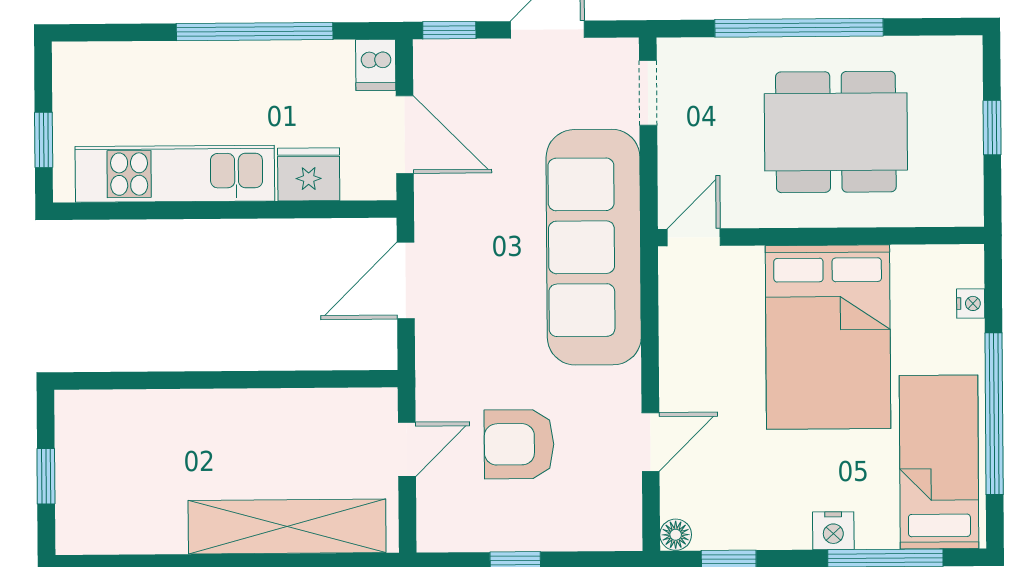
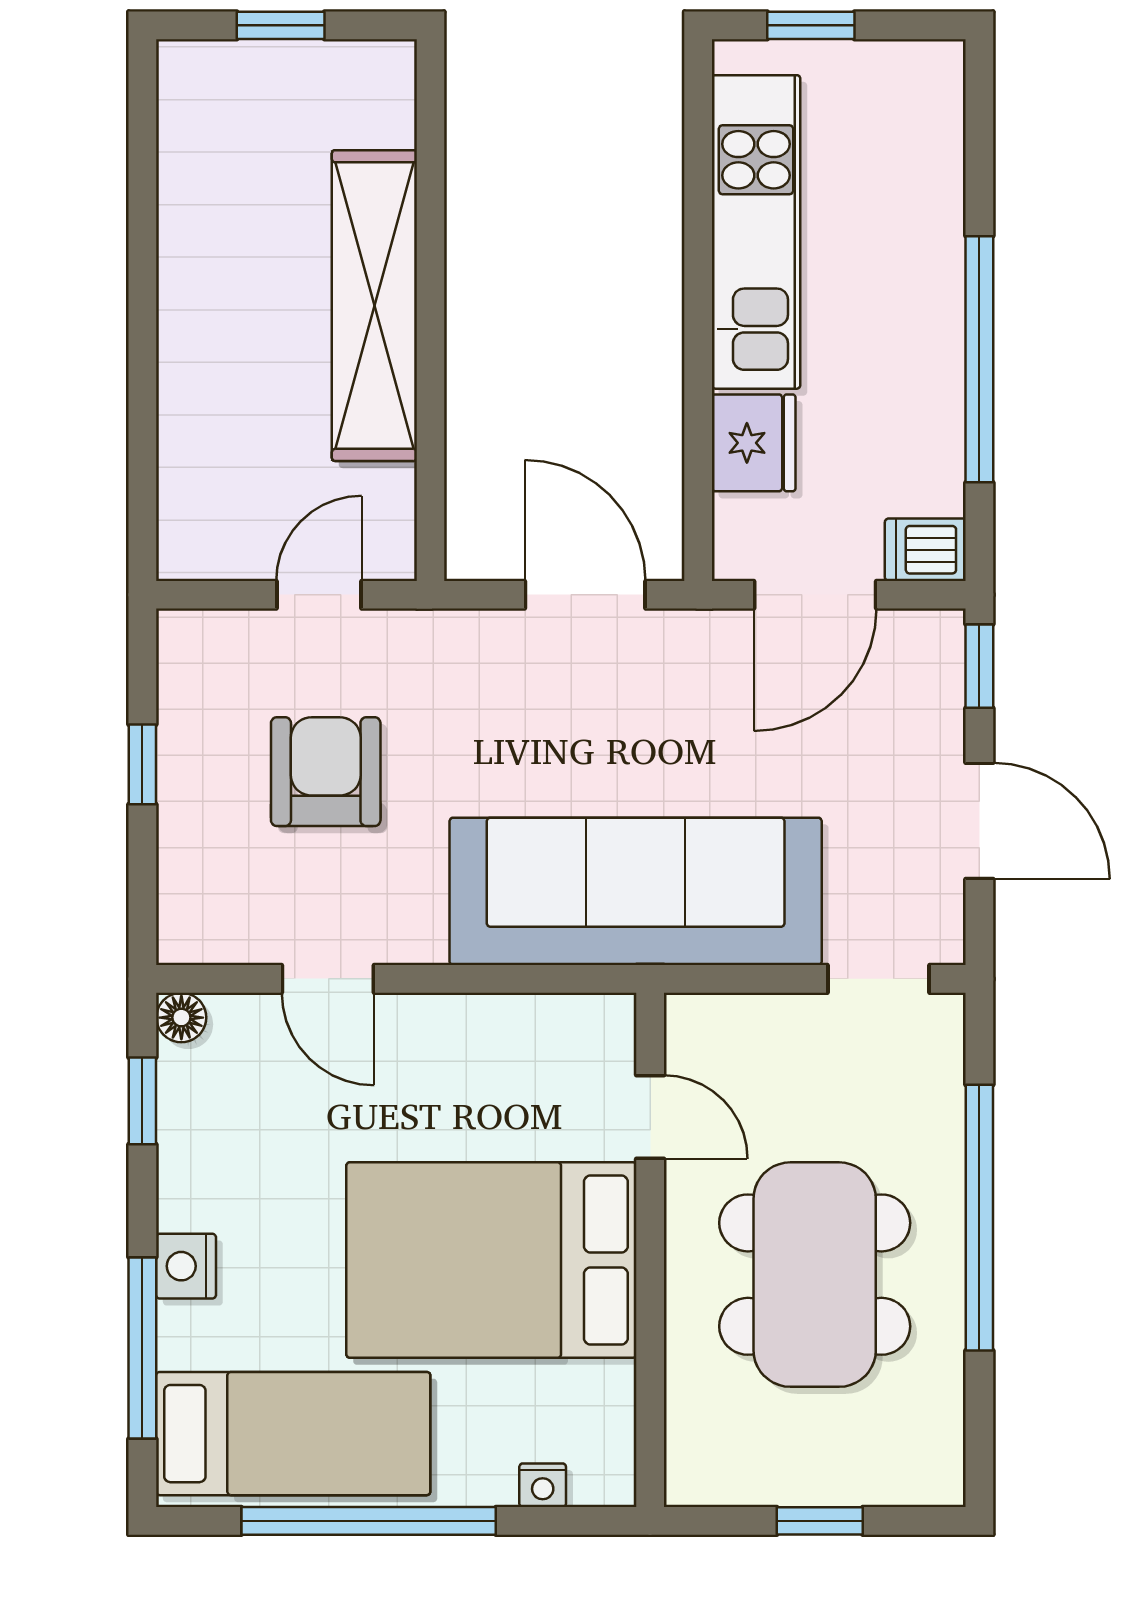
door: (694, 237) -> (650, 1117), moved
door: (407, 449) -> (319, 595), swing flipped
shelving: (287, 527) -> (374, 306), moved

